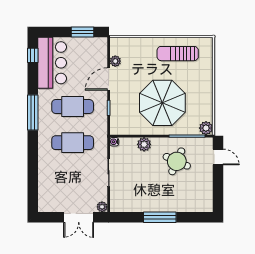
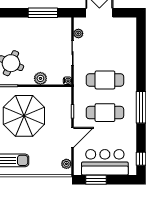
plant: (115, 61) -> (66, 164), moved
bar counter: (52, 63) -> (105, 162), moved, turned 90
plant: (102, 207) -> (78, 33), moved
window: (160, 217) -> (43, 13), moved

